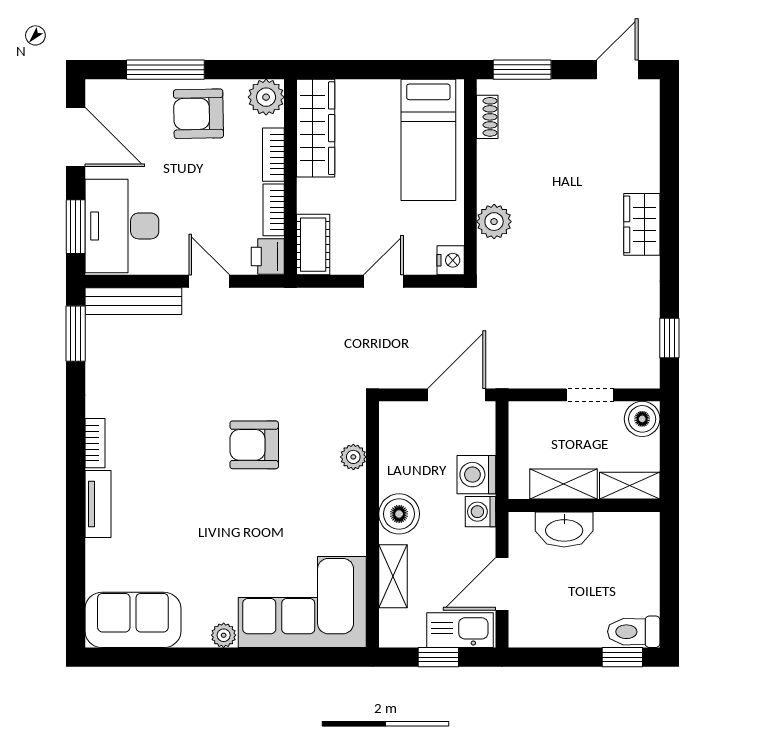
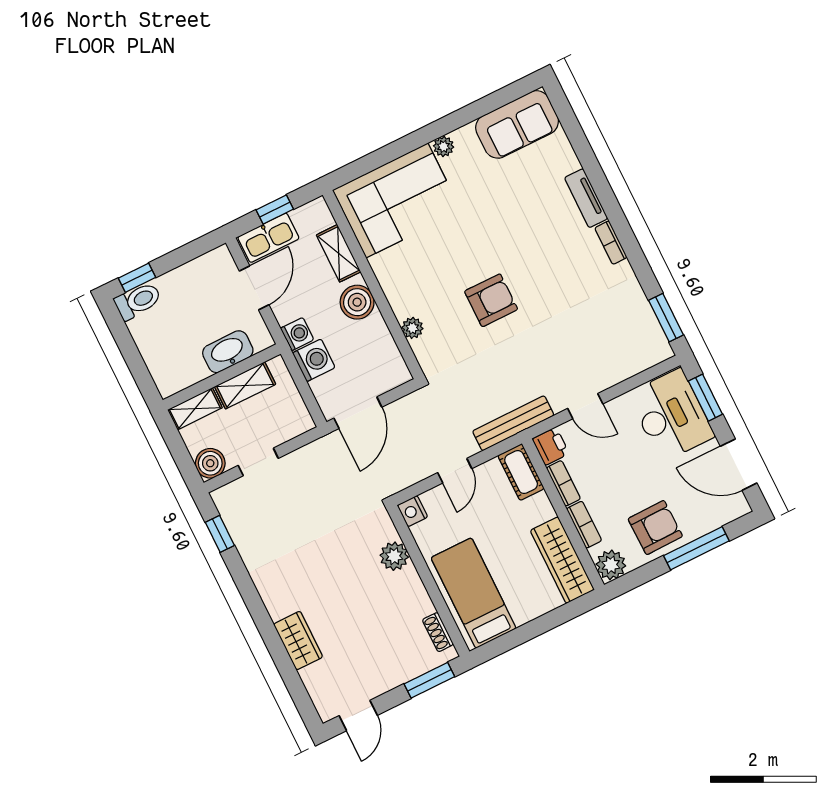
wardrobe: (642, 224) -> (298, 641), moved
bench: (133, 301) -> (513, 423), moved

